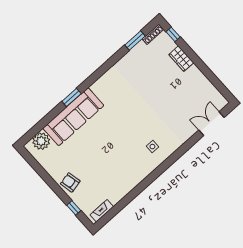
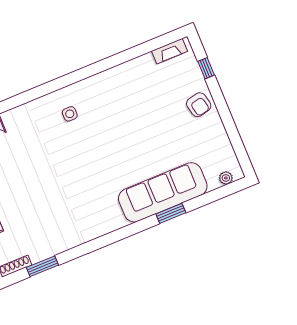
window: (71, 98) -> (171, 213), moved
plant: (41, 141) -> (226, 178), width x0.53, depth x0.53

